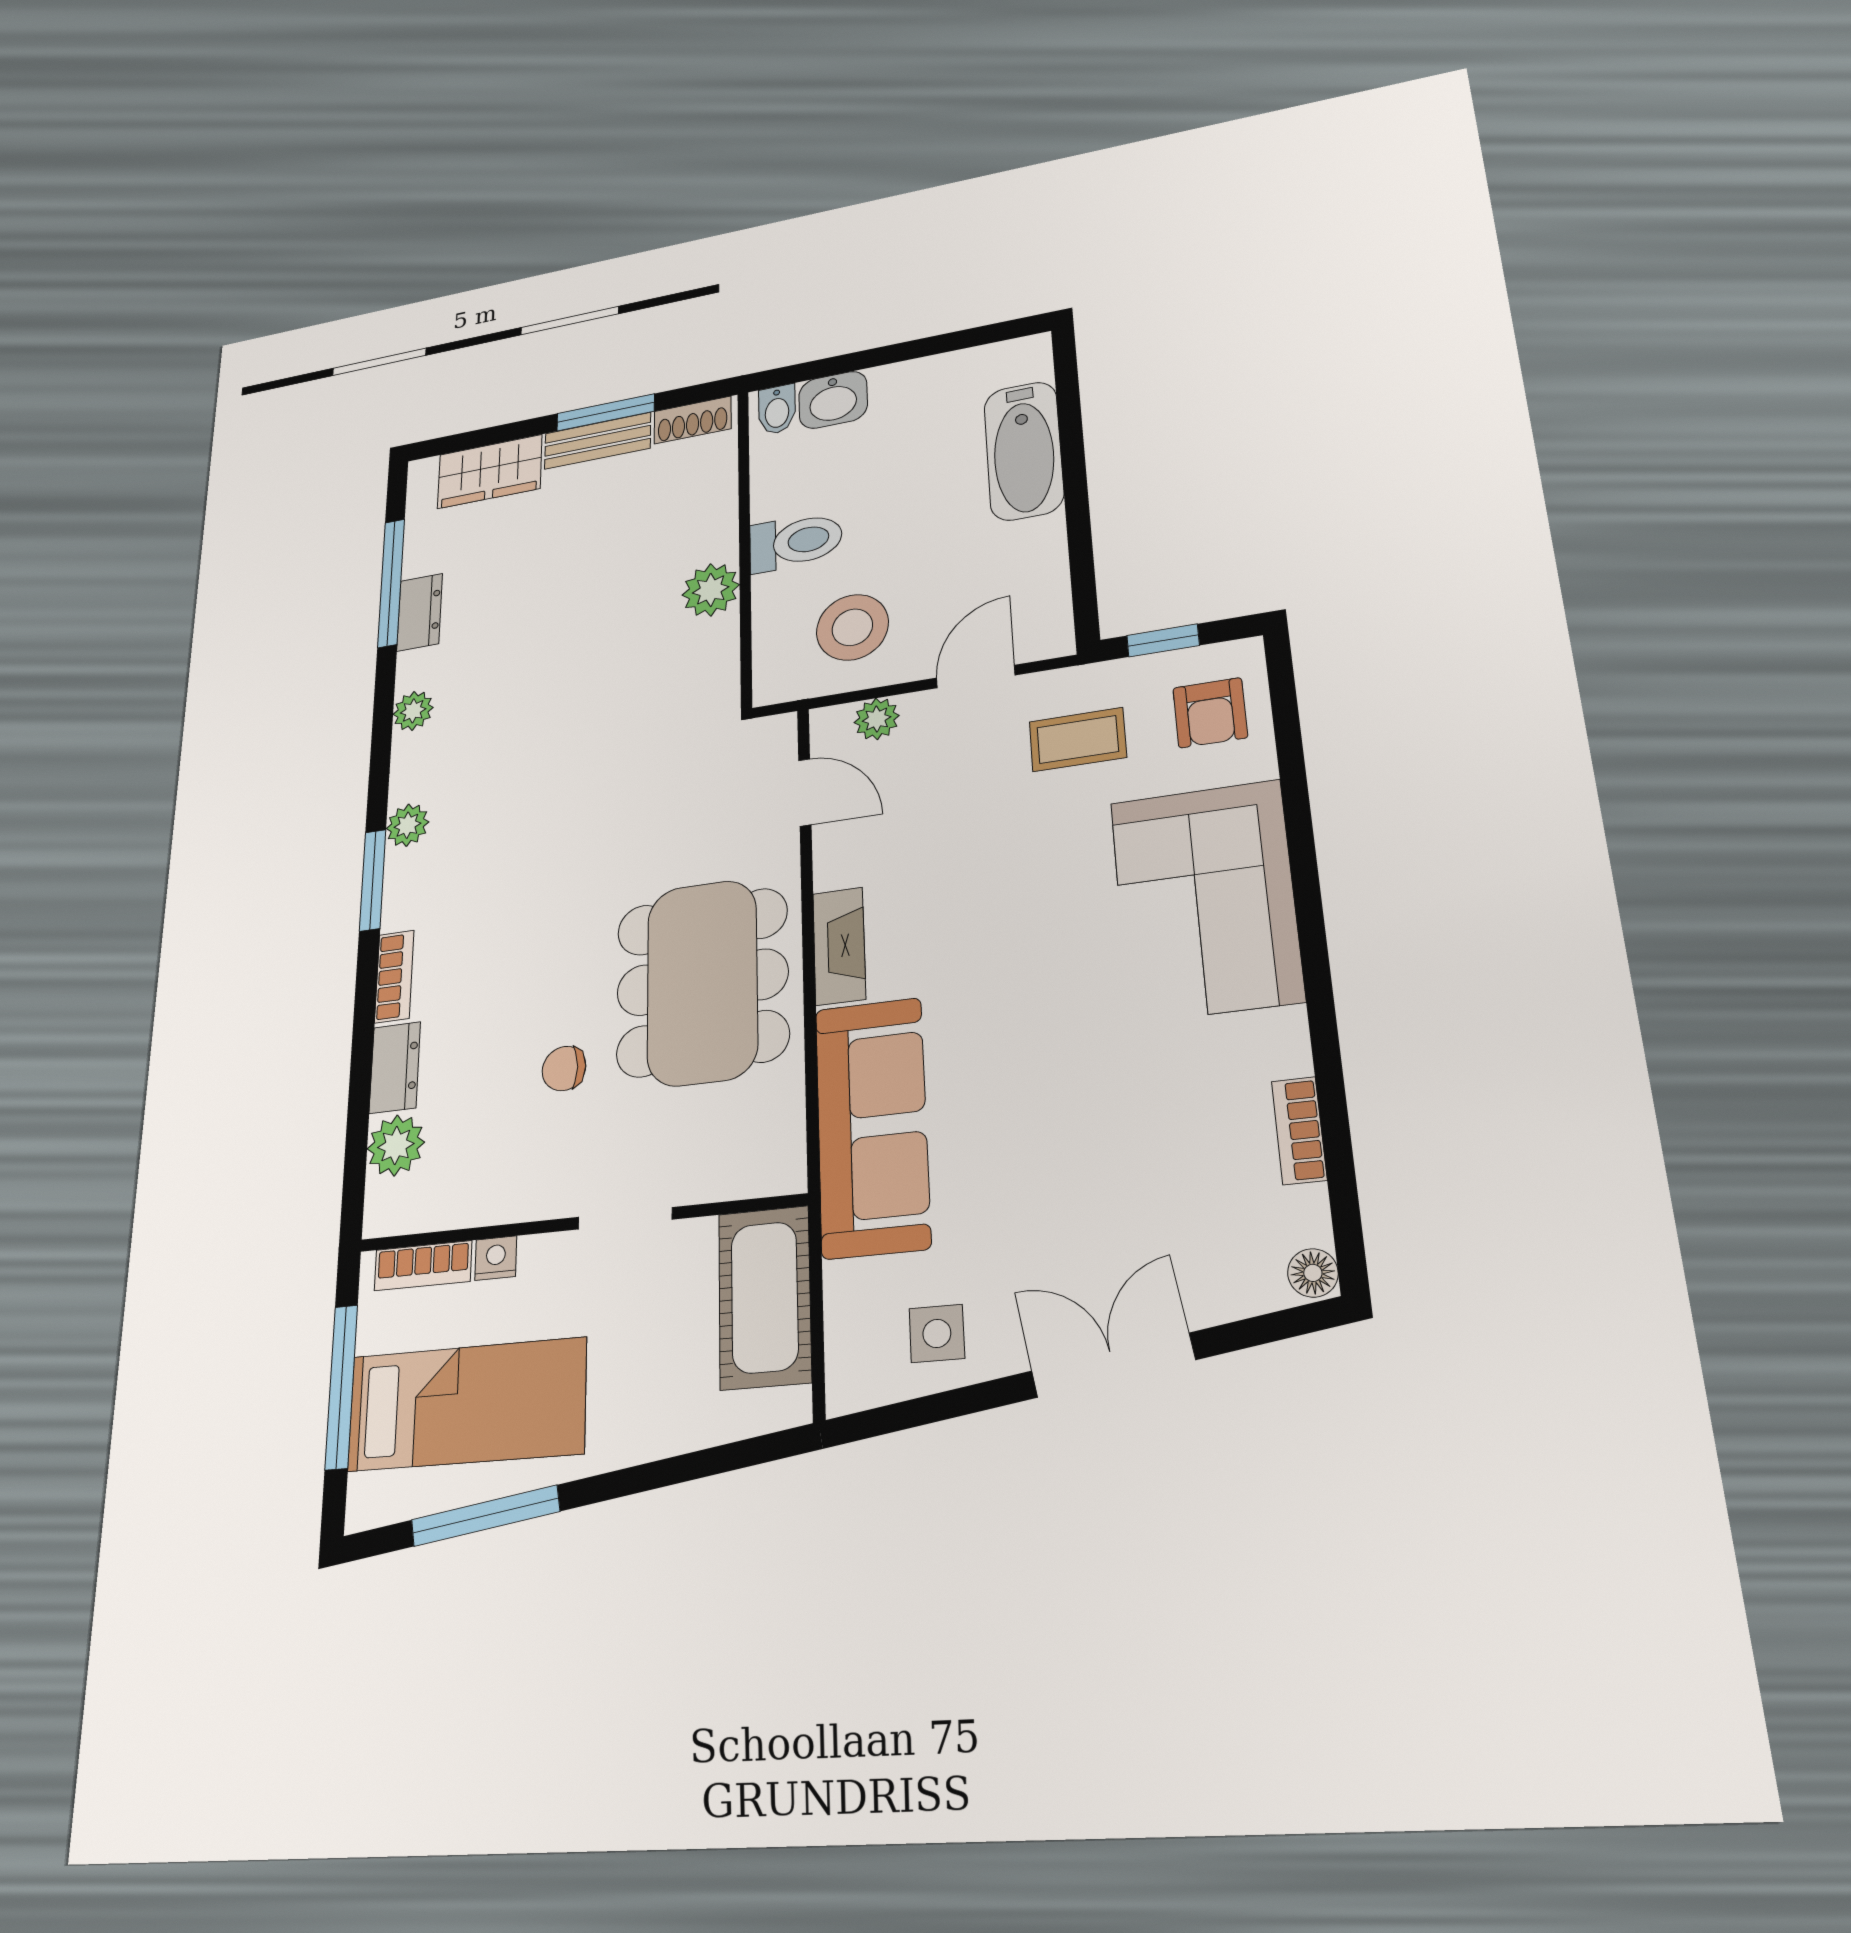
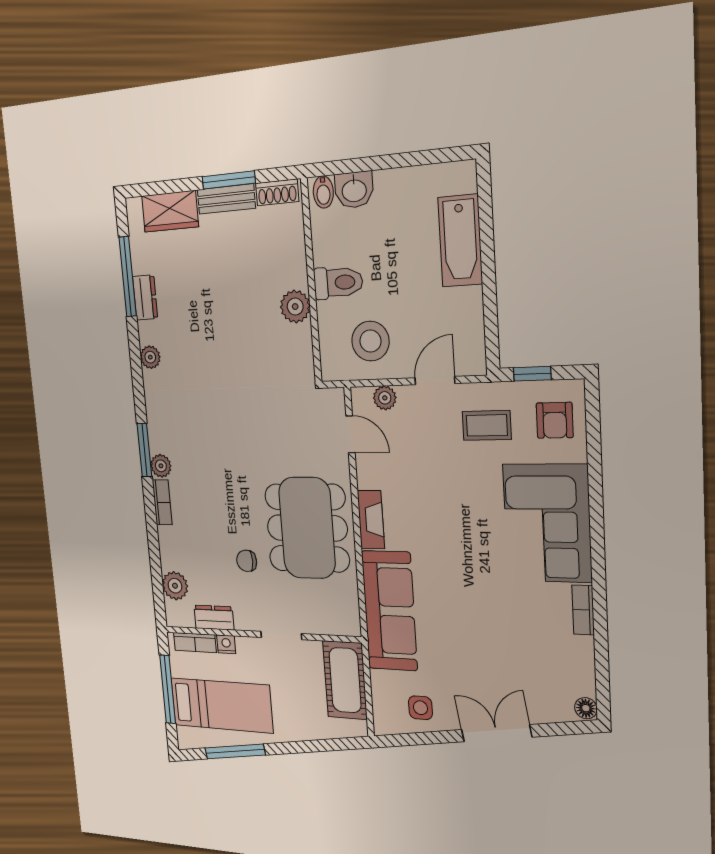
plant: (407, 825) -> (161, 466), moved
dresser: (395, 1068) -> (214, 618), moved, turned -90
bookcase: (1299, 1131) -> (583, 610), moved

